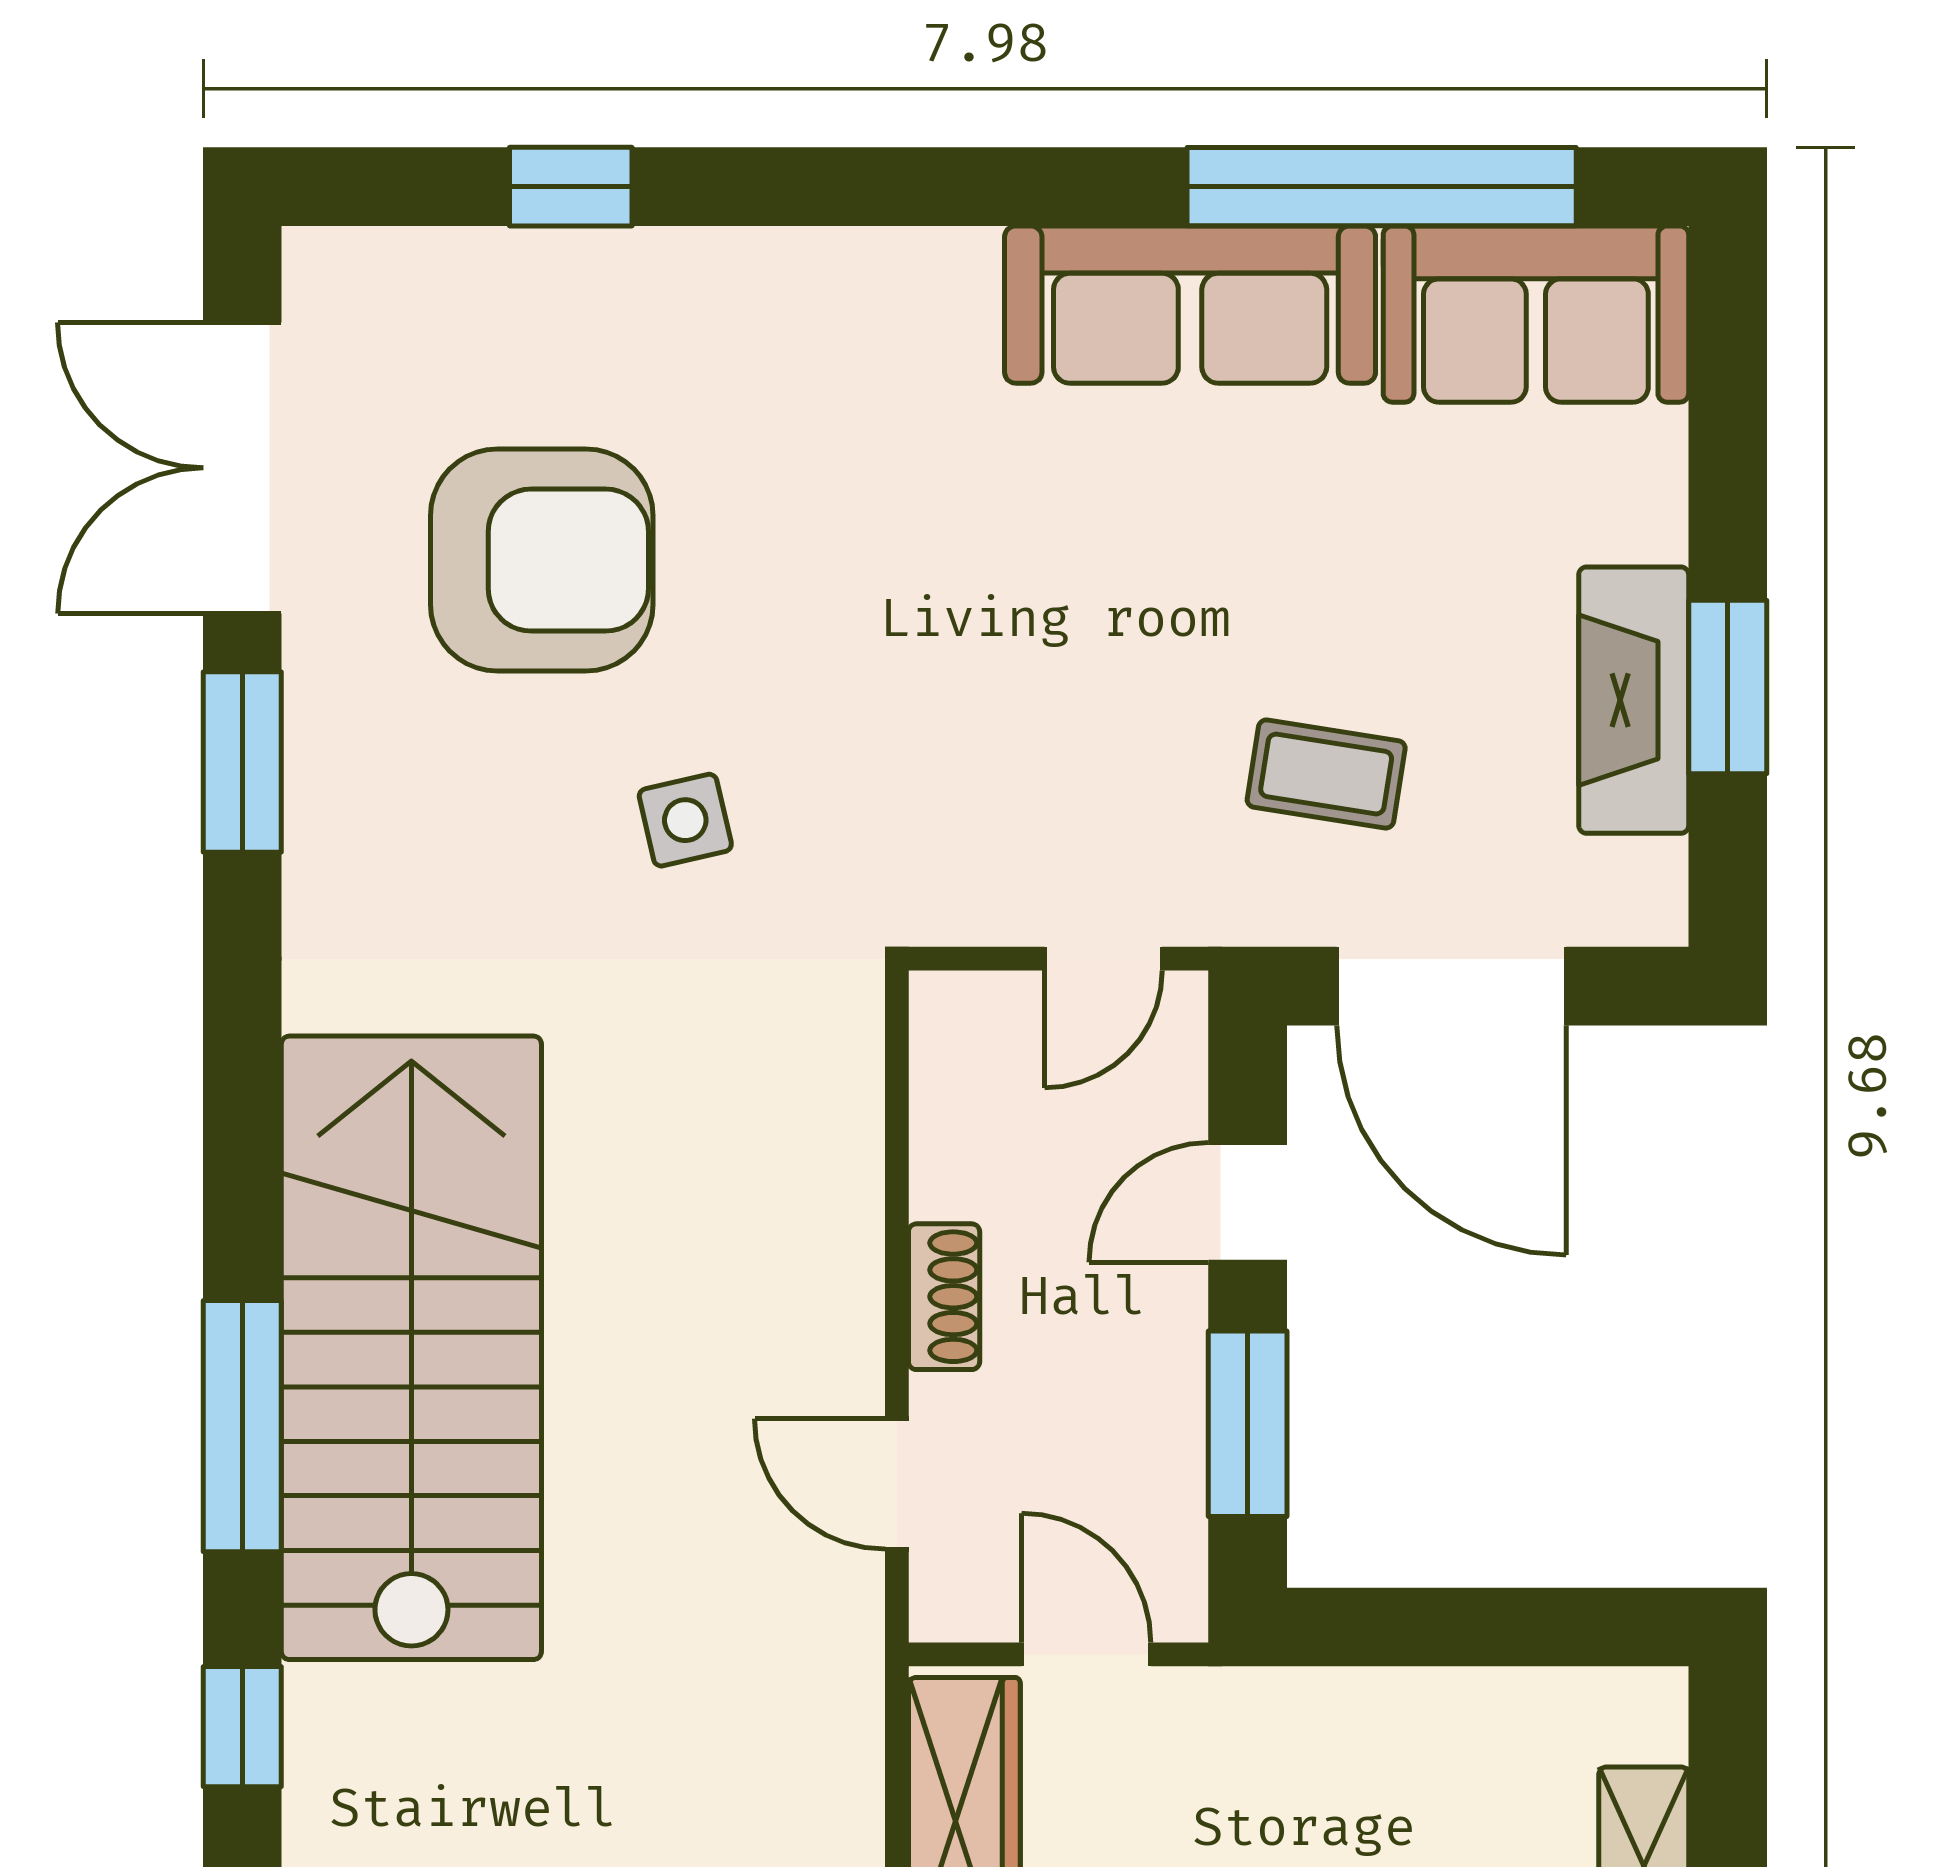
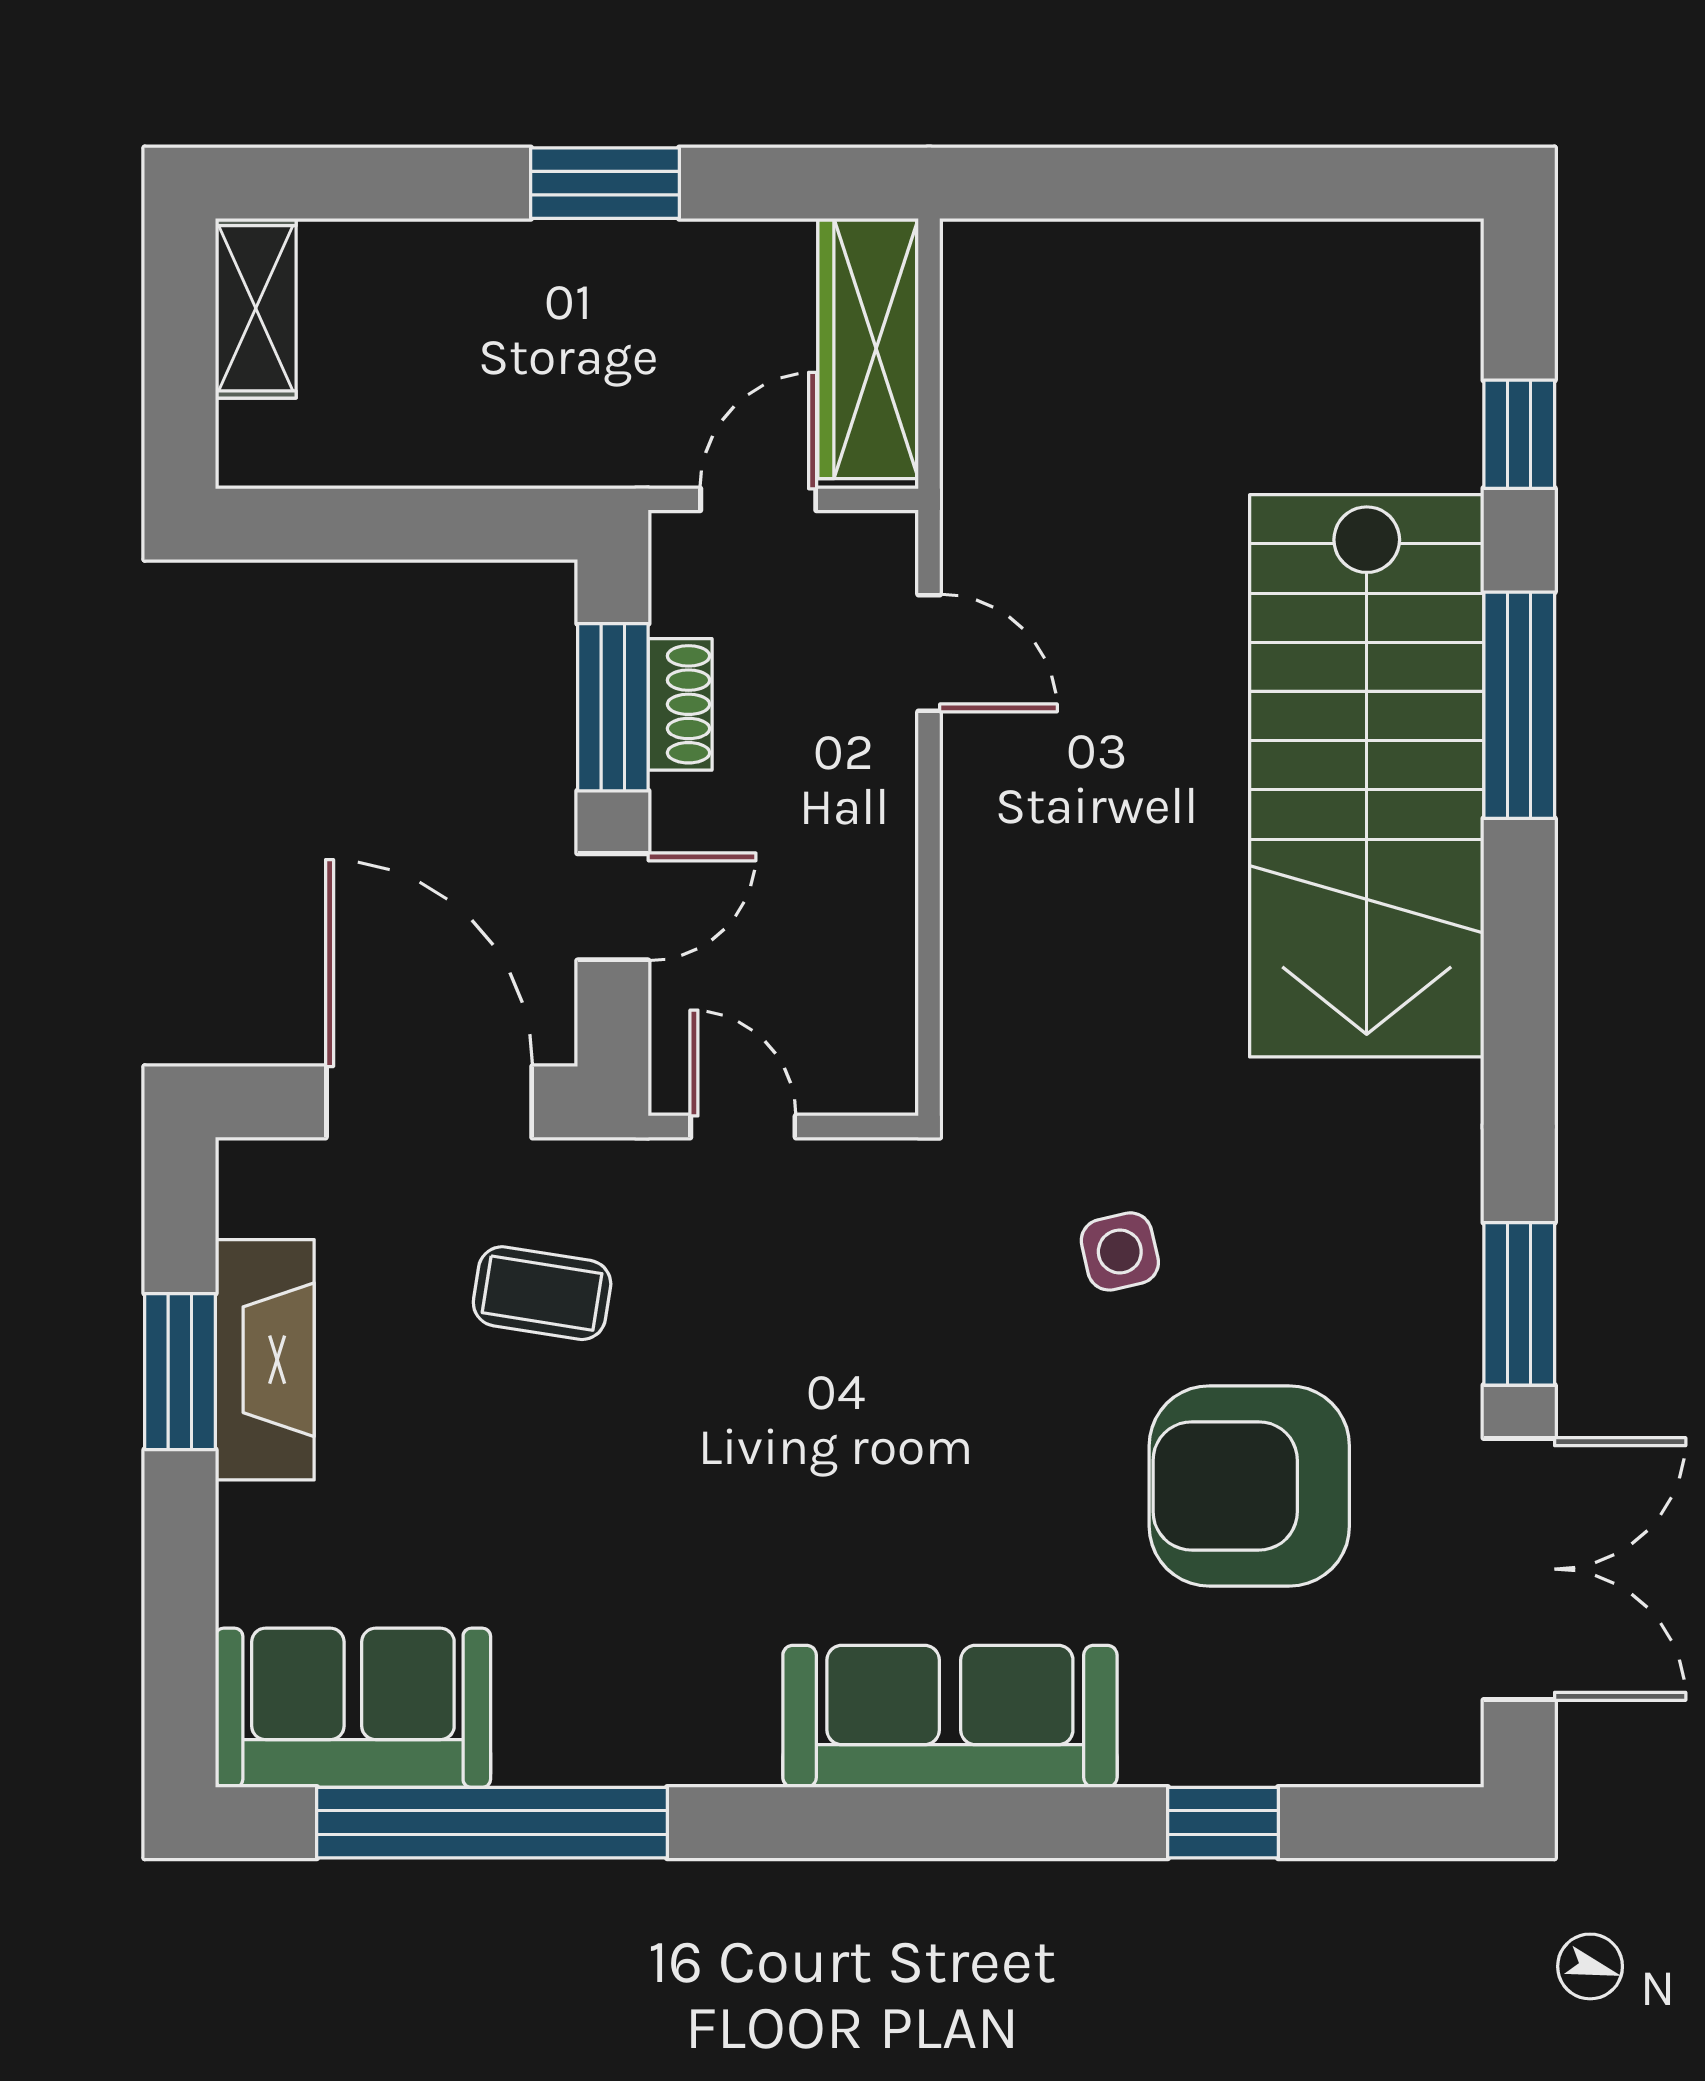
sofa: (1190, 305) -> (950, 1716), moved
door: (1103, 959) -> (743, 1127), hinge flipped
shoe rack: (944, 1297) -> (680, 704), moved, turned 180
door: (1086, 1654) -> (758, 499), swing flipped

